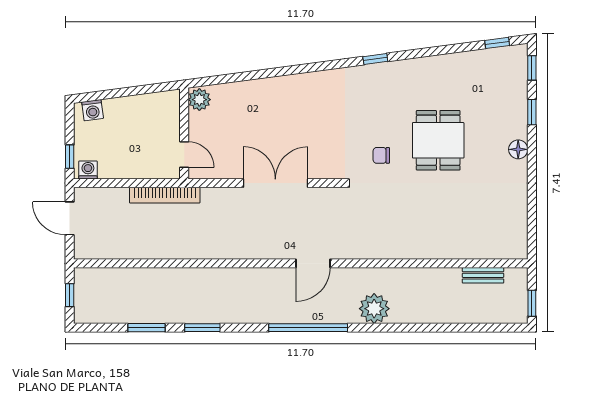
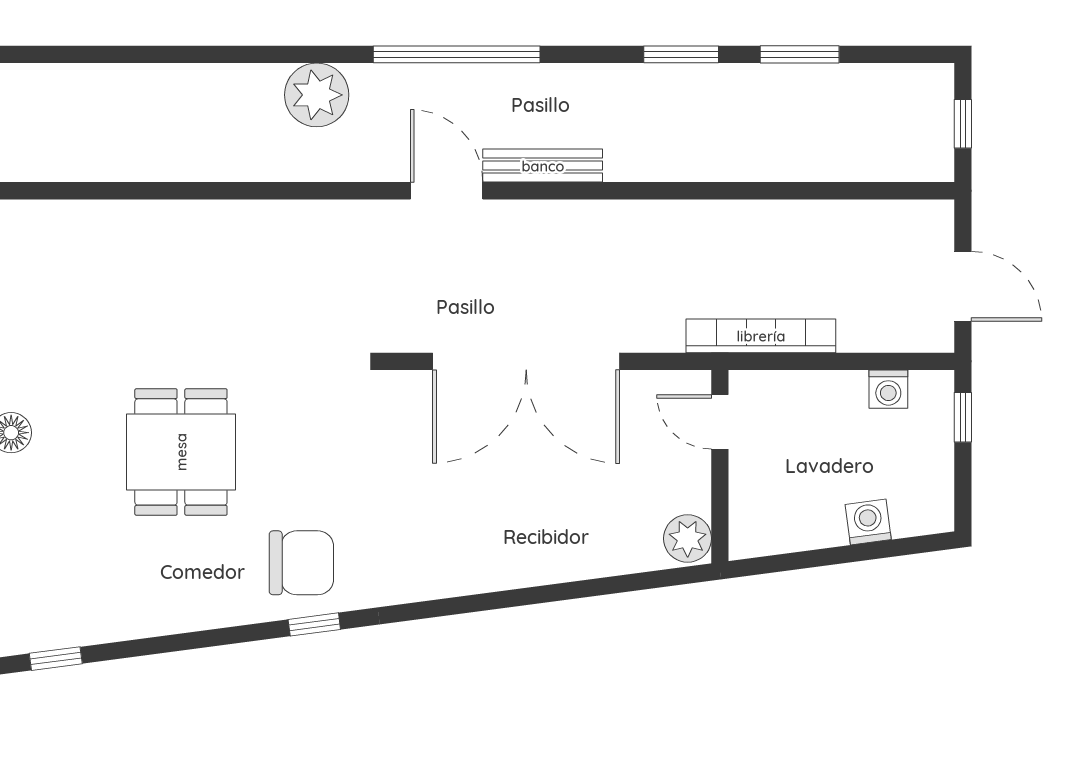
washing machine: (93, 110) -> (868, 522), moved
chair: (381, 155) -> (301, 563), moved, width x1.87, depth x1.87
washing machine: (88, 170) -> (888, 389), moved
double door: (275, 183) -> (526, 361), width x1.36
door: (313, 263) -> (447, 191), hinge flipped
bench: (483, 275) -> (543, 166), moved, width x1.36

